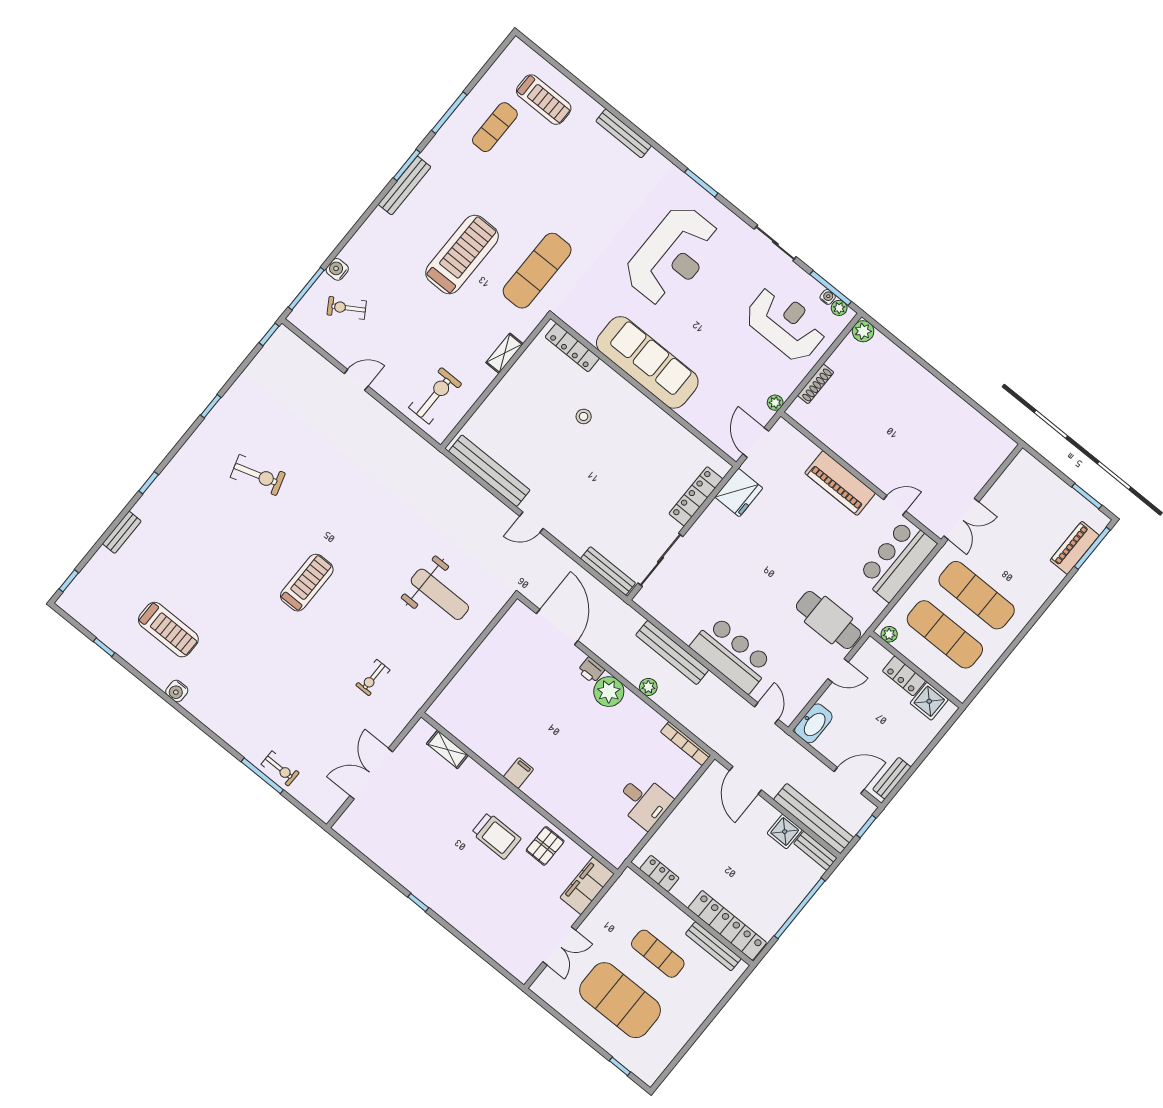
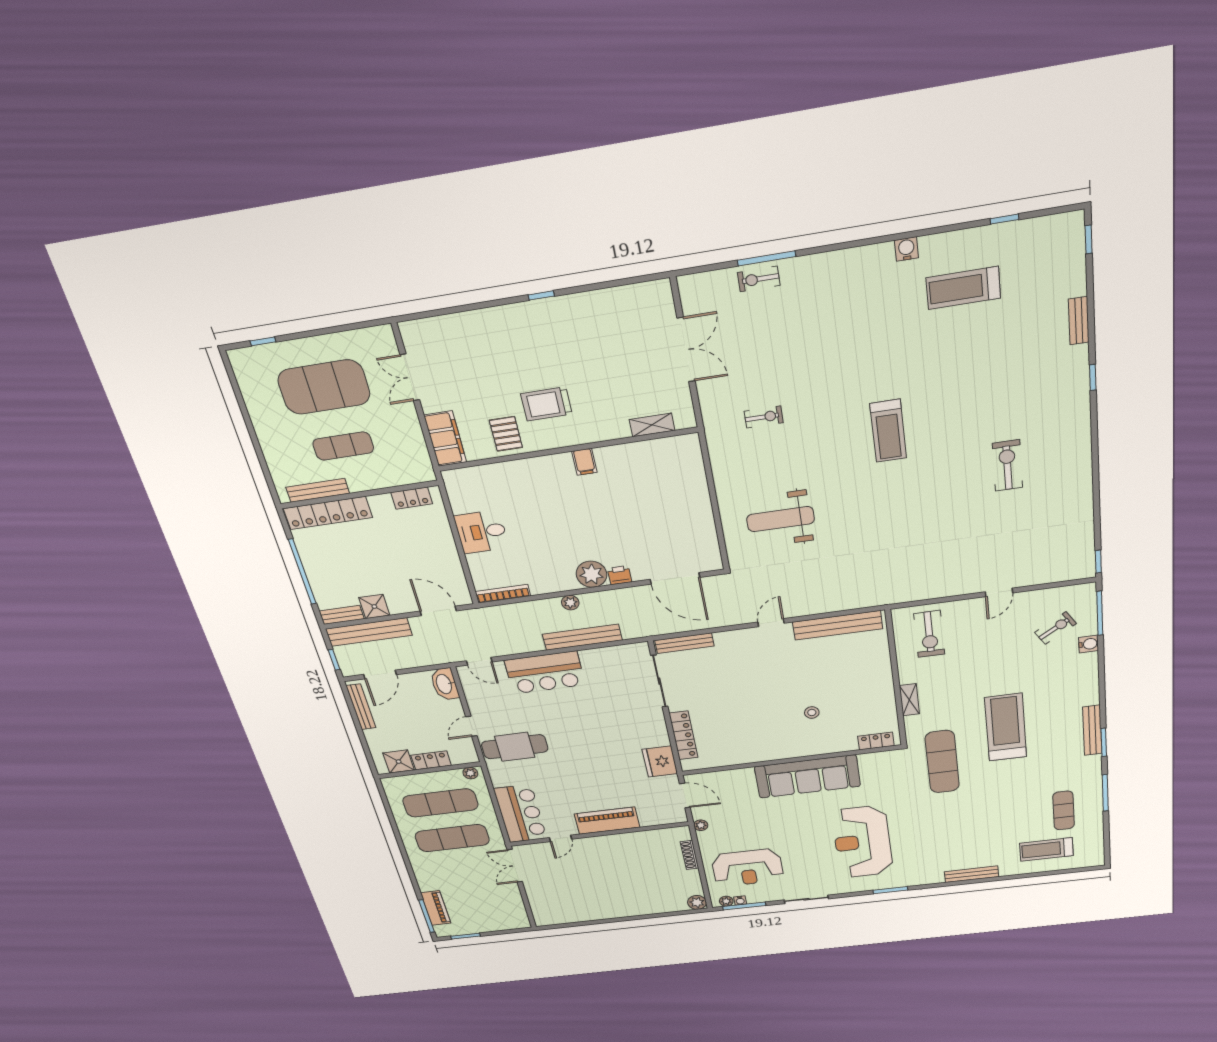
treadmill: (462, 255) -> (1006, 727), turned 180
locker: (572, 348) -> (876, 741), width x0.66
window: (211, 406) -> (1096, 476), removed
exercise bike: (258, 475) -> (1007, 465), turned 107
exercise bike: (373, 678) -> (764, 417), turned 90
bench: (892, 778) -> (361, 707), width x1.36

